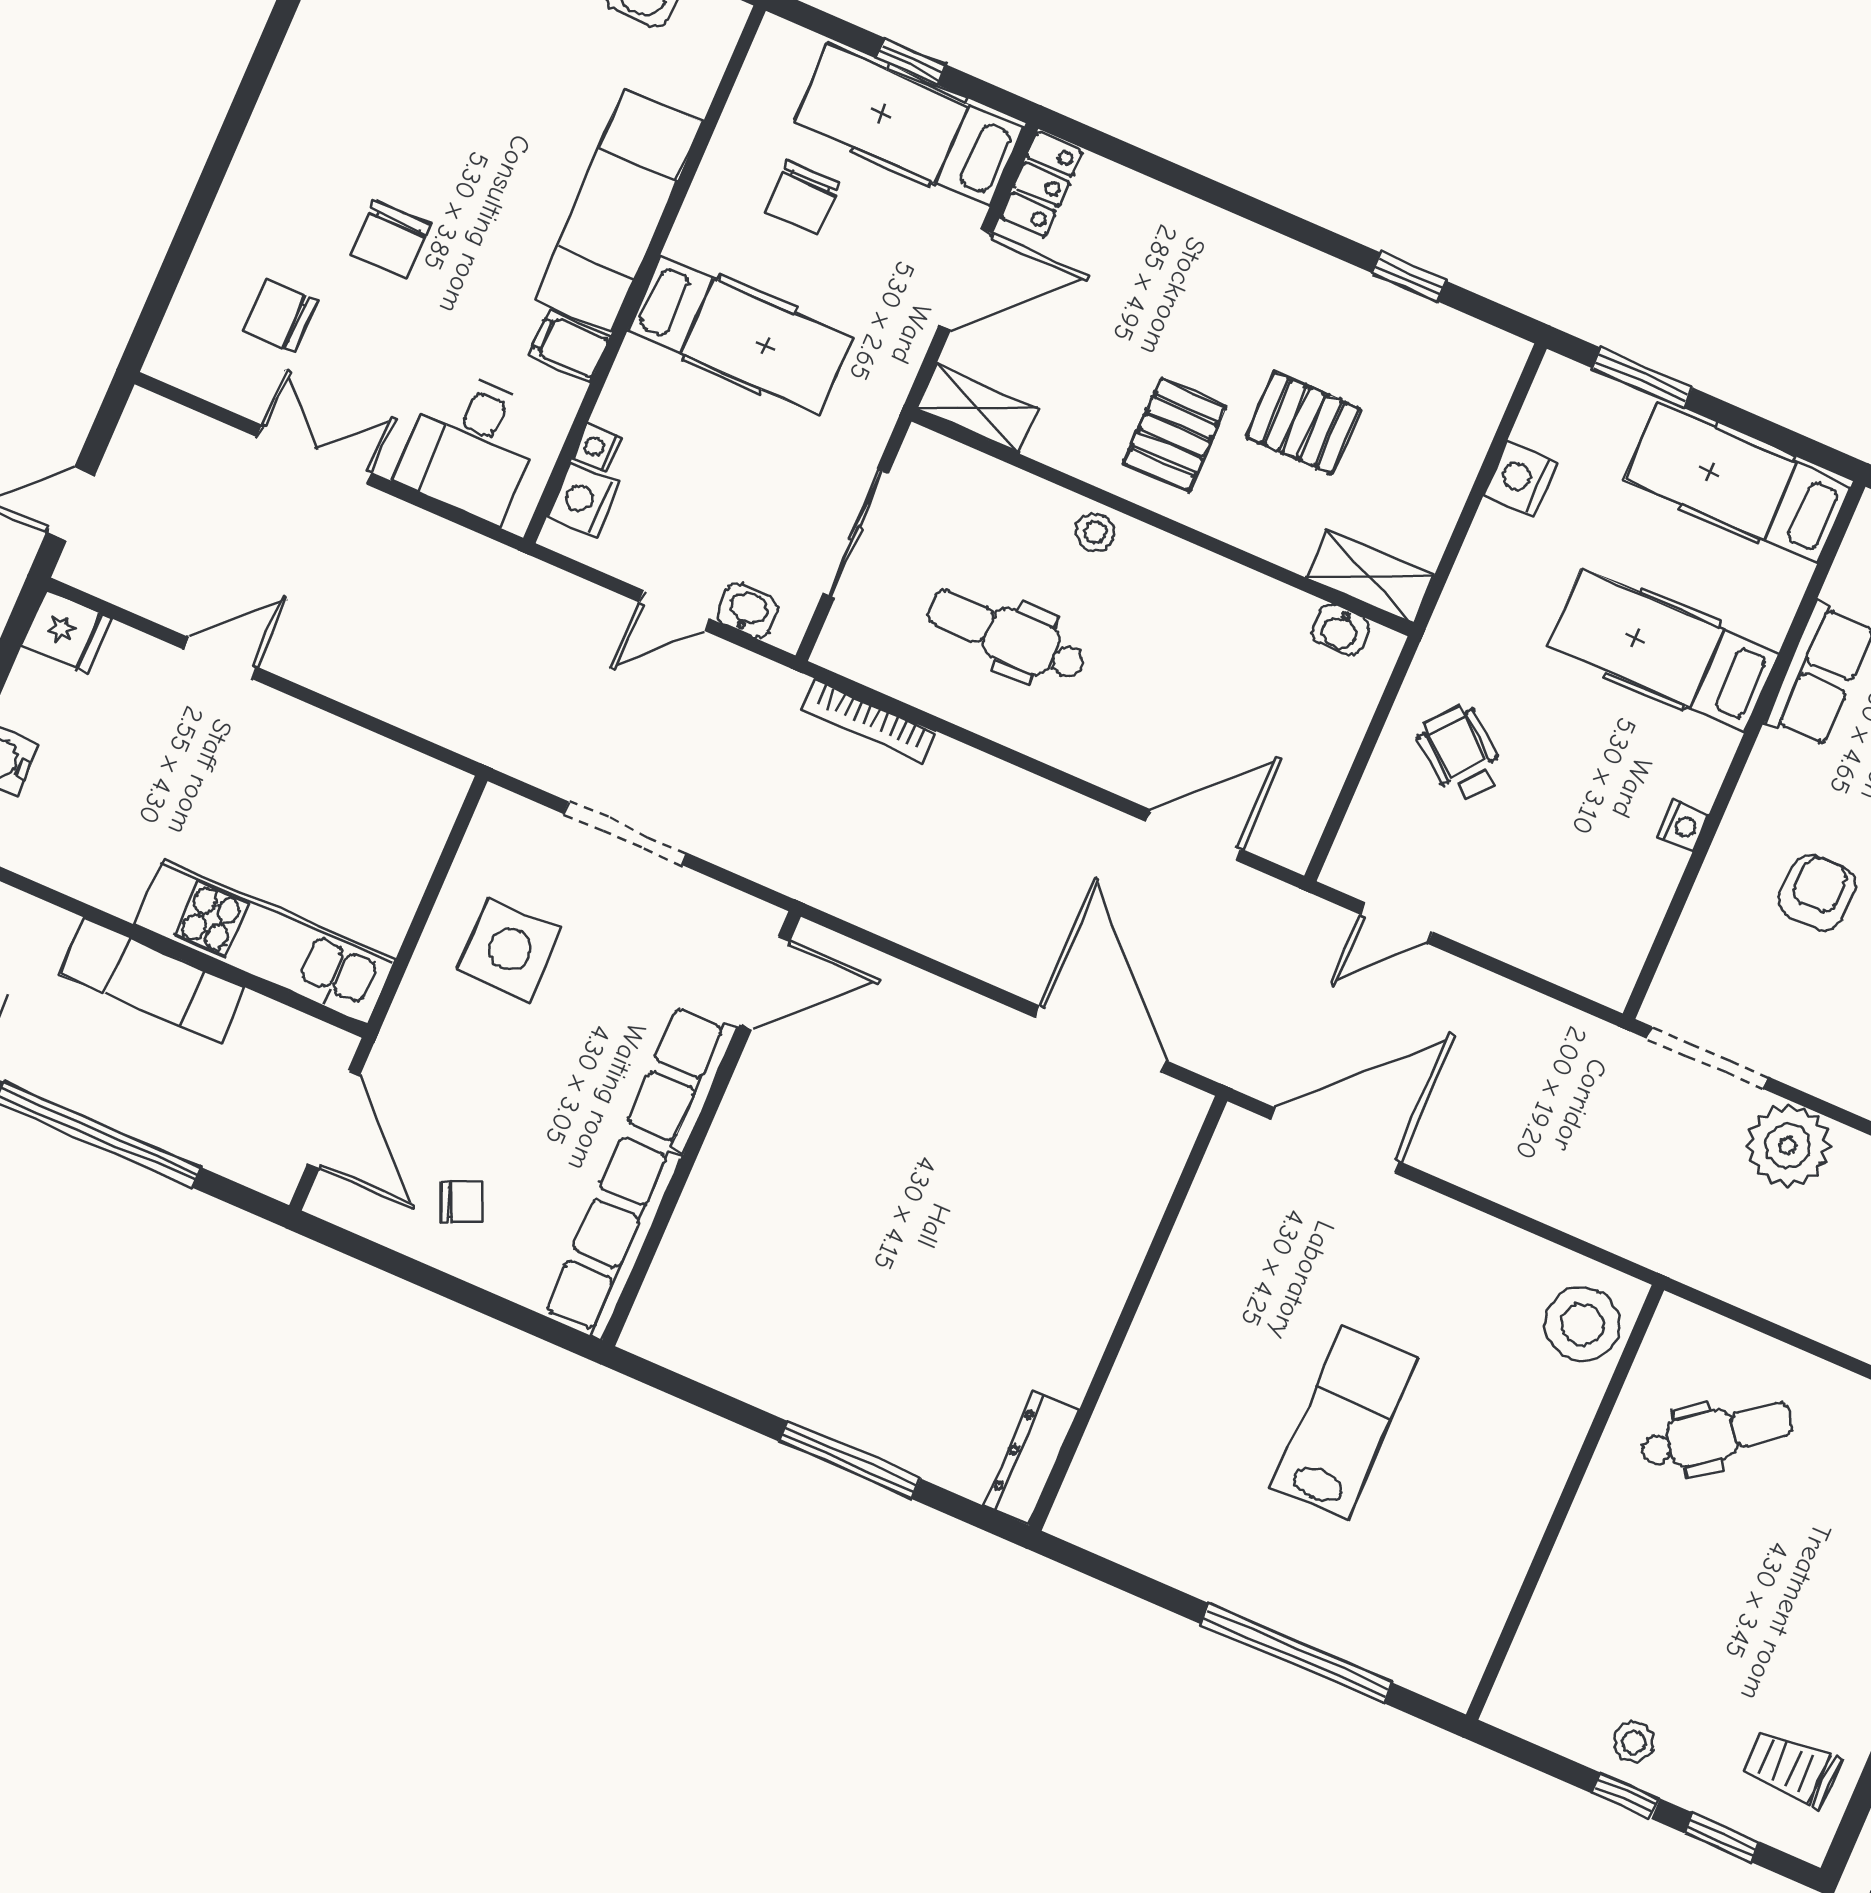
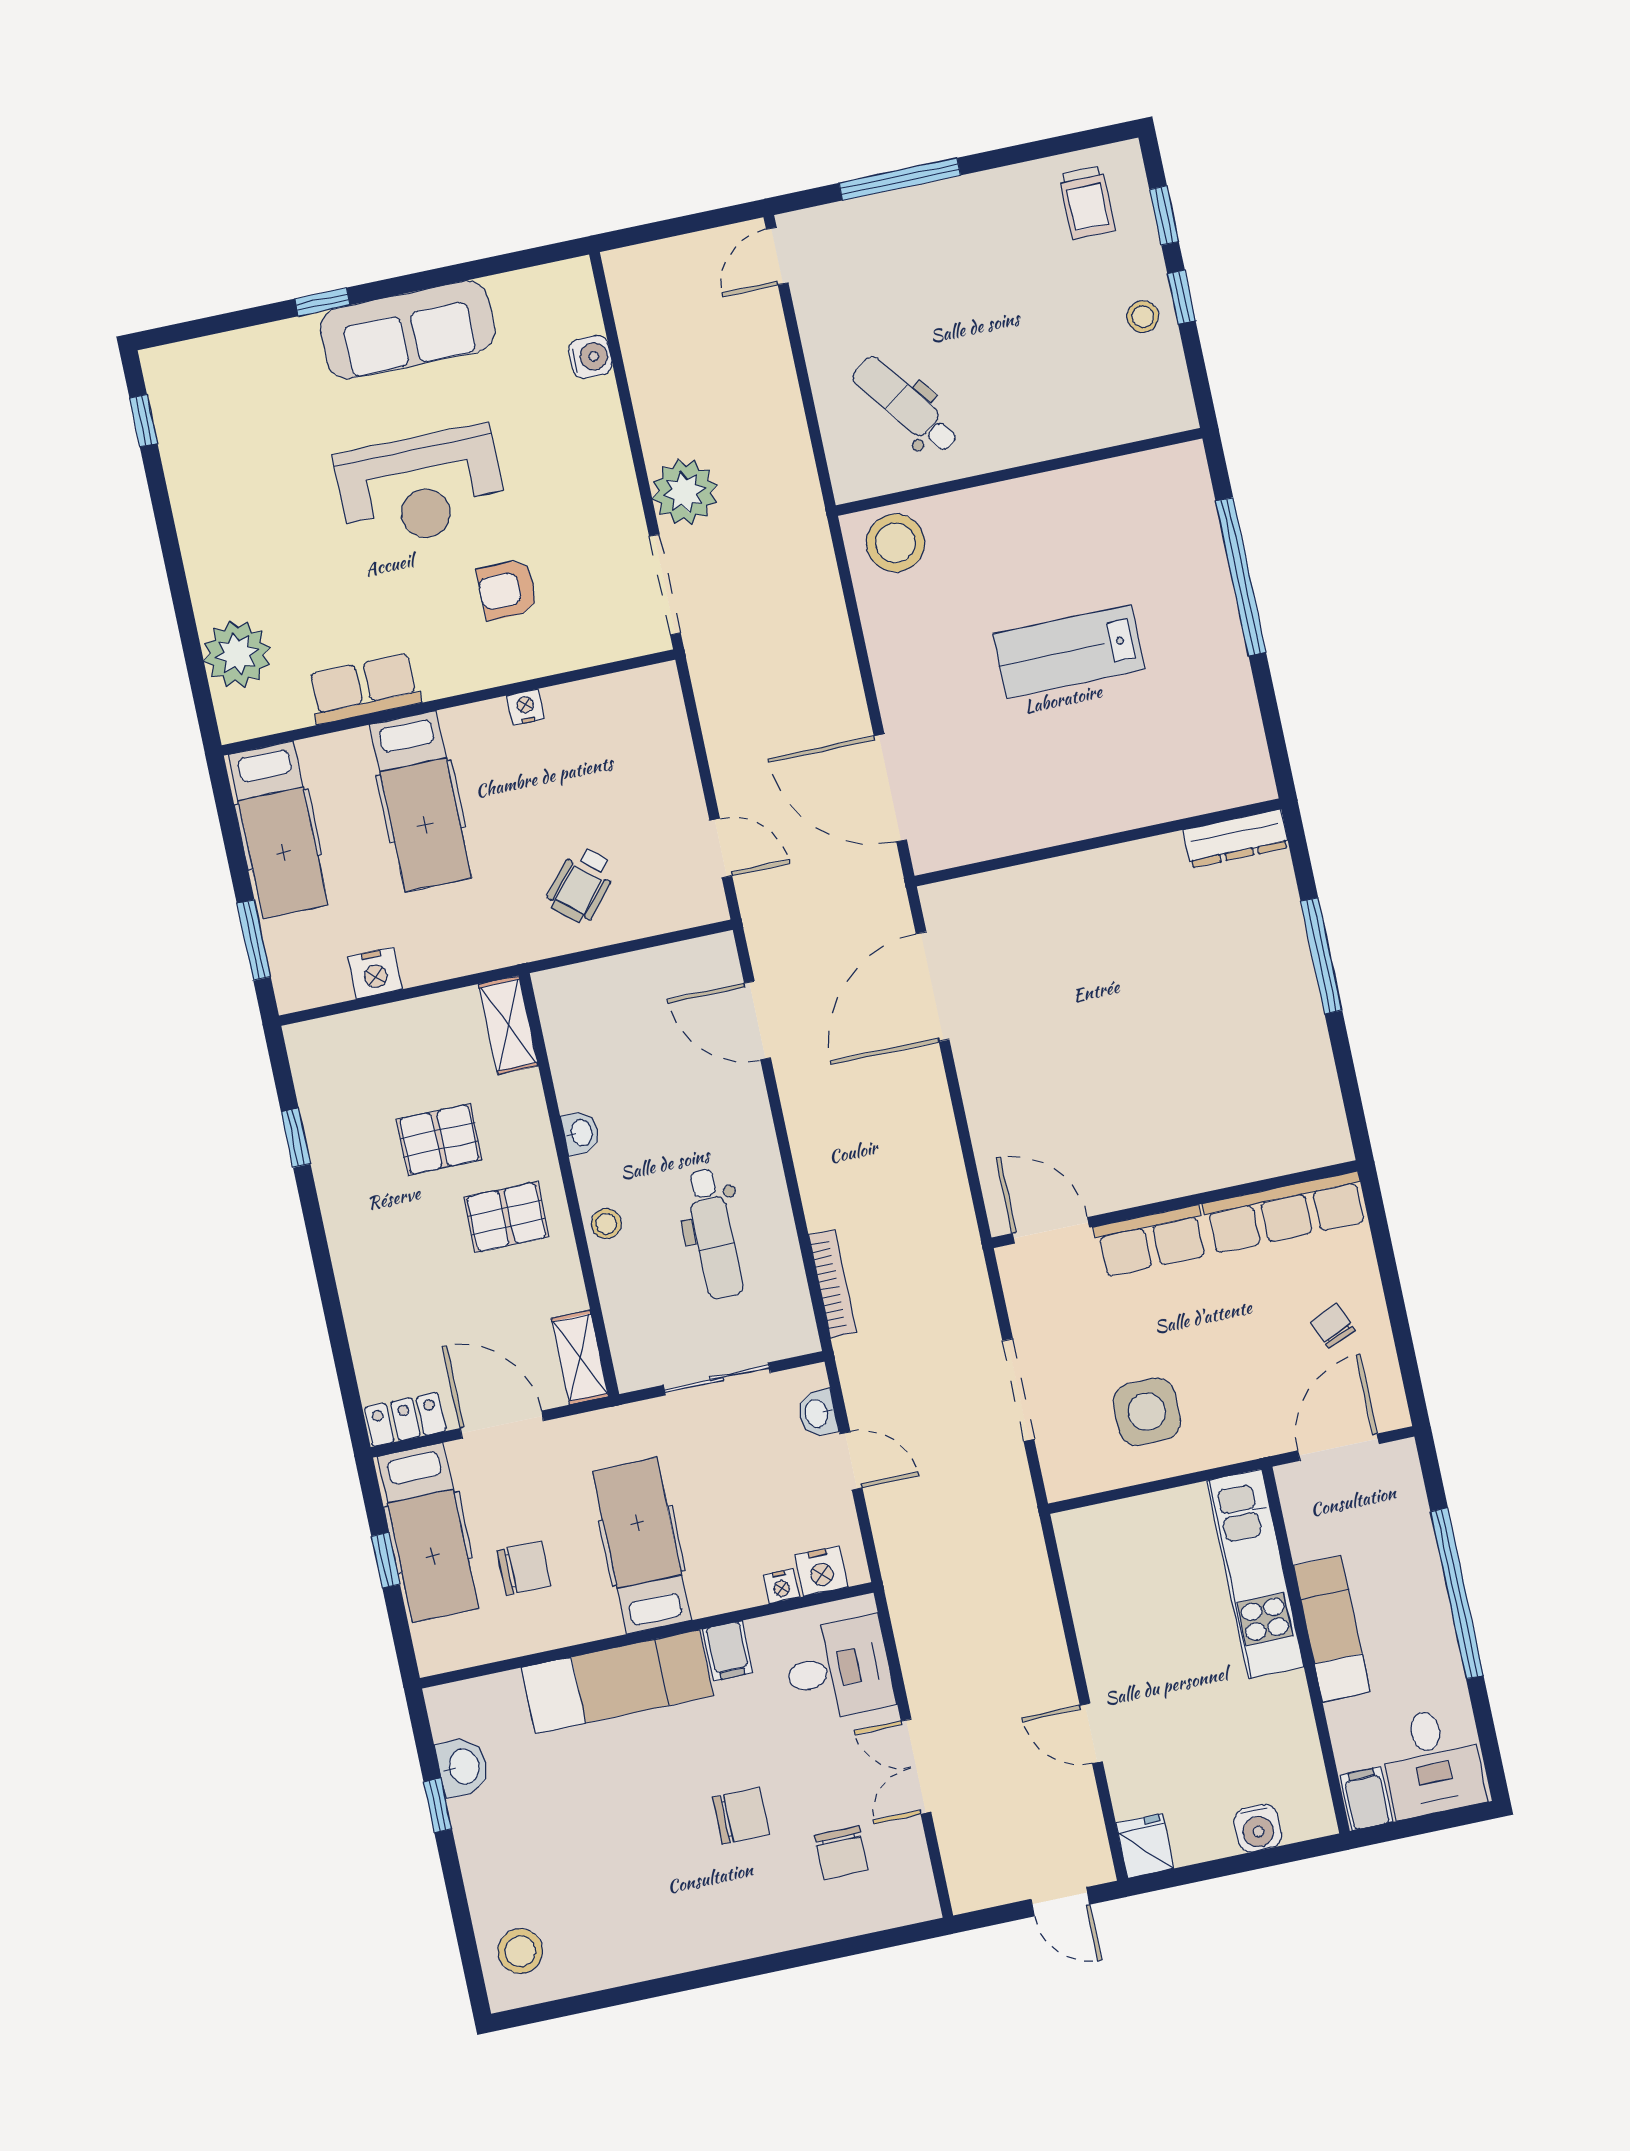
pallet: (1303, 423) -> (439, 1139), turned 90
washbasin: (1340, 630) -> (581, 1133), moved

